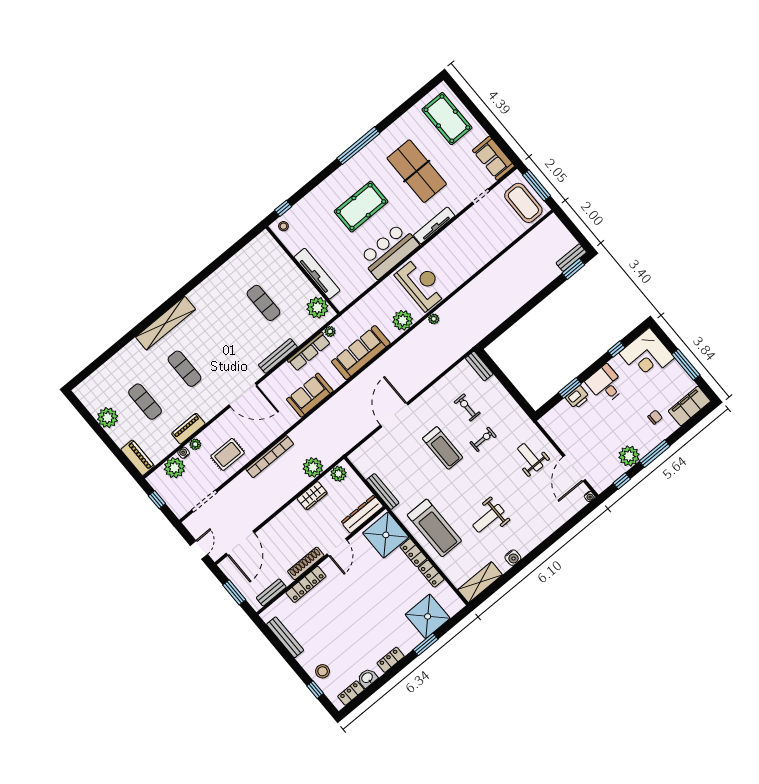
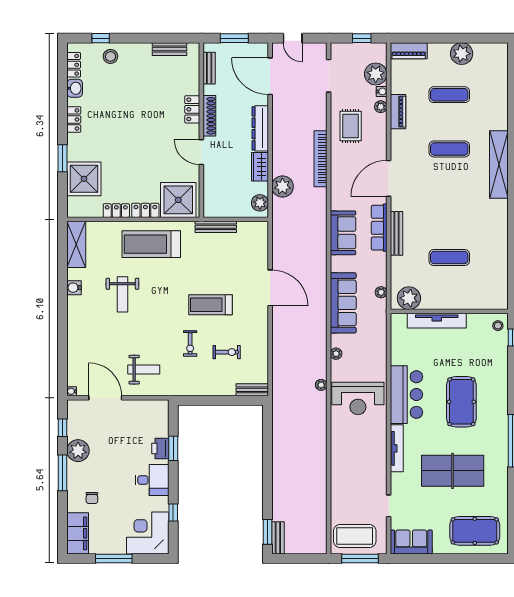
plant: (403, 320) -> (336, 354), width x0.53, depth x0.53
row of seats: (309, 352) -> (379, 228), moved
dresser: (362, 514) -> (260, 128), moved, turned 180
weight bench: (488, 518) -> (122, 294), turned 180
locker: (306, 584) -> (192, 109), width x0.66
bench: (285, 637) -> (170, 49), width x0.73

